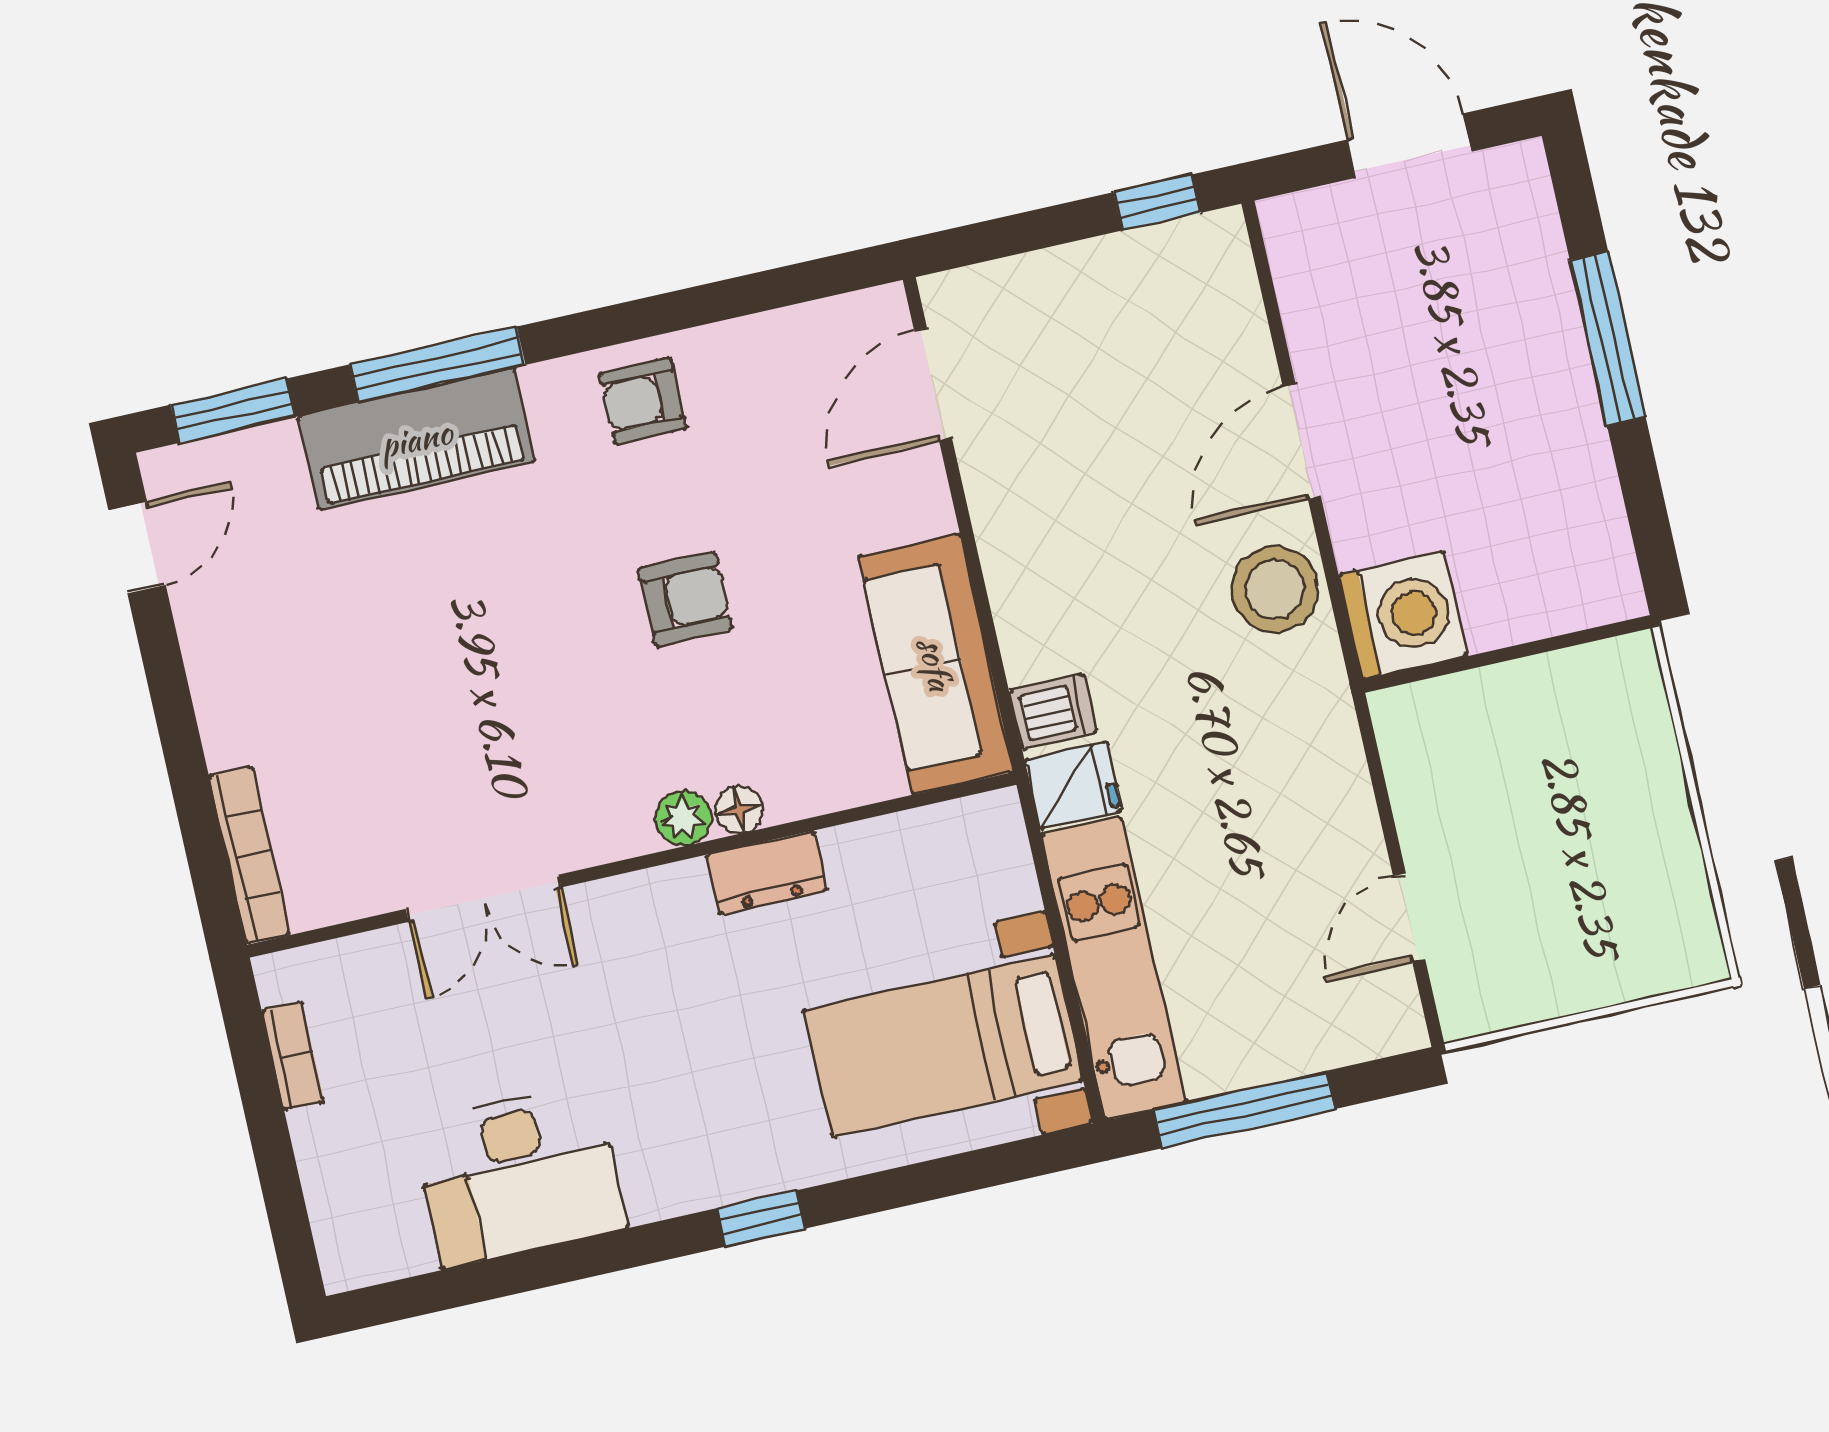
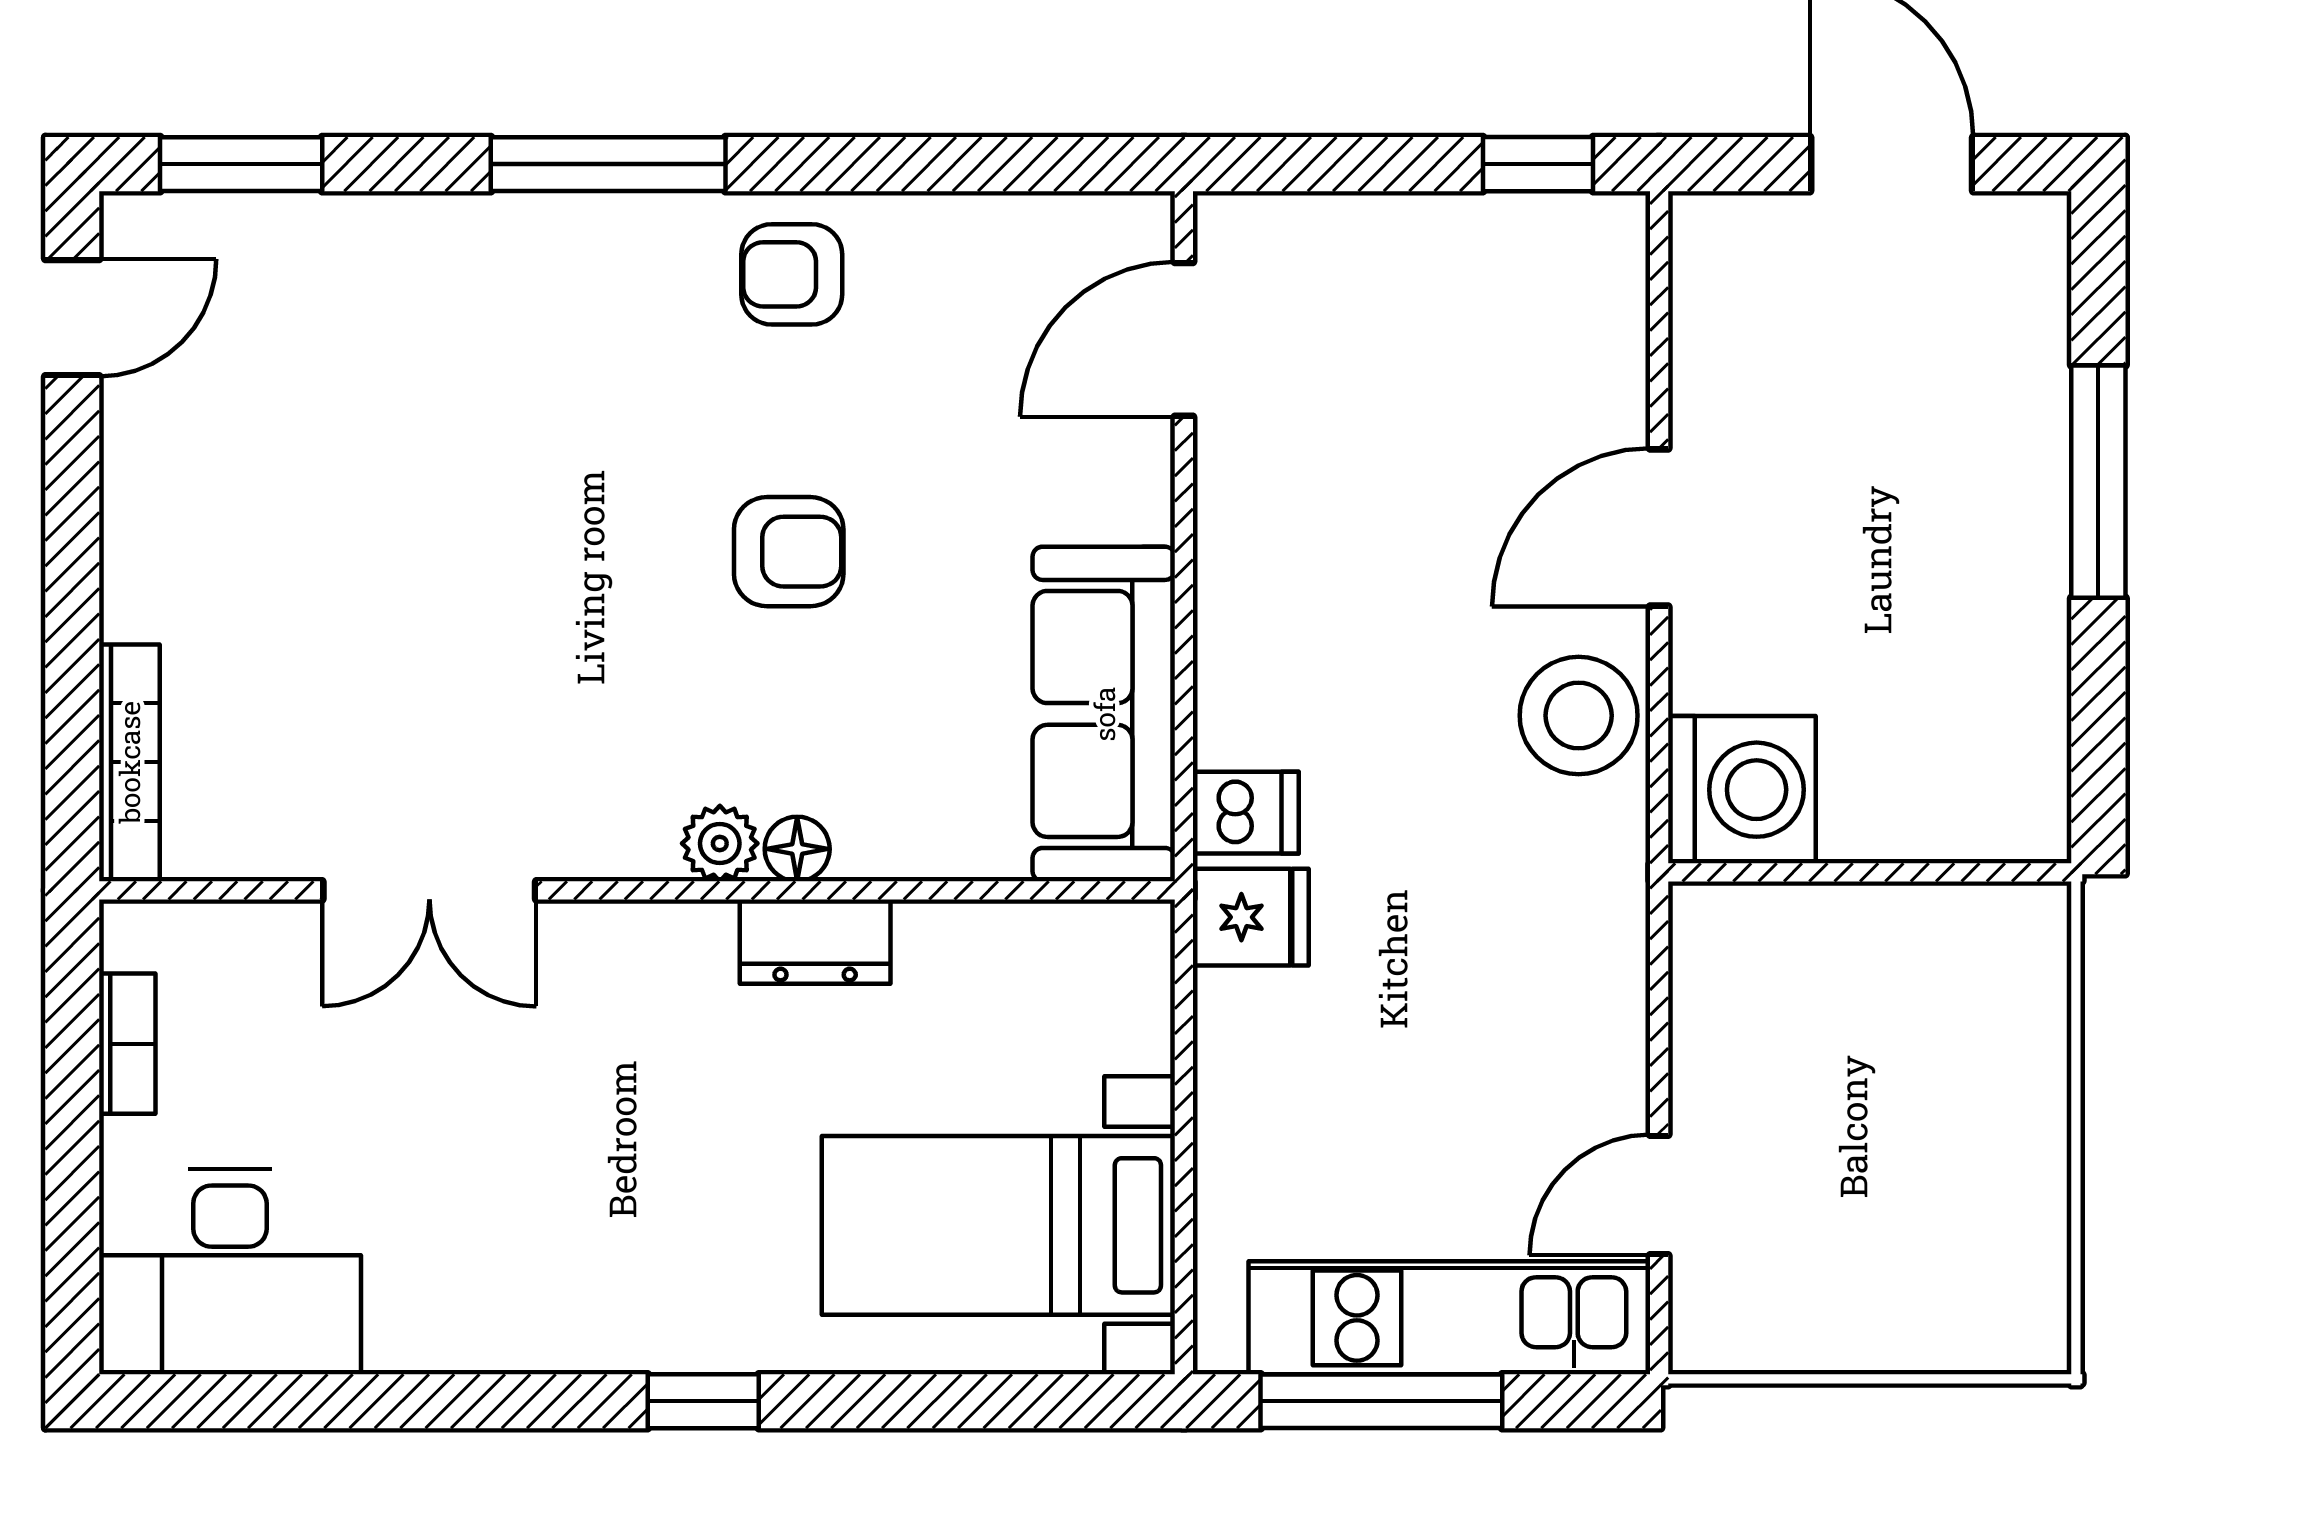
window: (437, 365) -> (608, 164), moved
piano: (416, 439) -> (478, 257), removed
kitchen unit: (1114, 968) -> (1449, 1318), moved, turned -90
desk: (519, 1176) -> (230, 1272), moved

